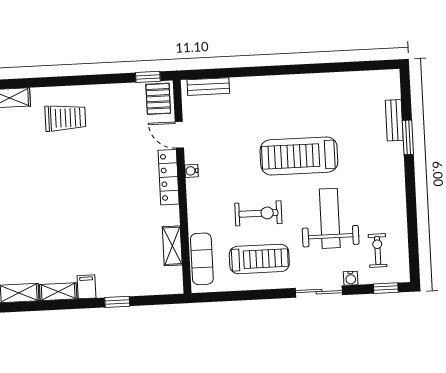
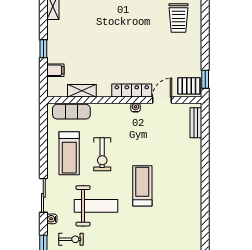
treadmill: (299, 156) -> (142, 186), width x0.73, depth x0.73
filing cabinet: (86, 287) -> (55, 70), moved

